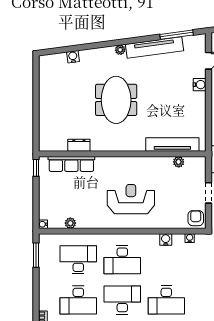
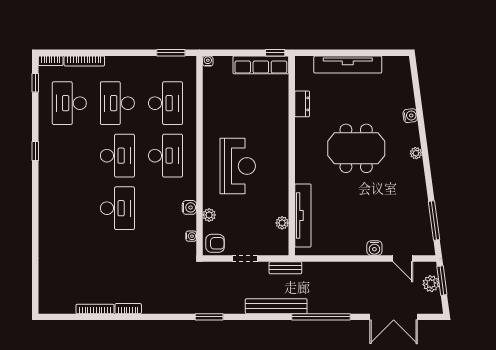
tv unit: (155, 48) -> (348, 65), moved, turned -82
water cooler: (73, 57) -> (410, 116), moved
row of seats: (71, 164) -> (261, 65), moved, turned -90
plant: (70, 223) -> (209, 215), moved
desk: (122, 260) -> (165, 156), turned 180
desk: (166, 300) -> (117, 208), turned 180

